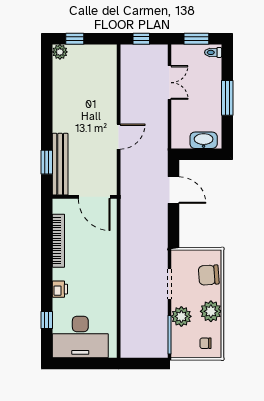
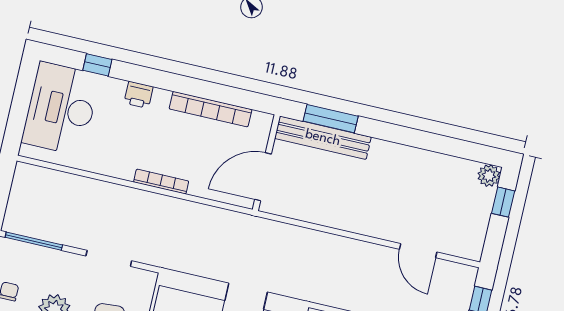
door: (119, 137) -> (418, 251), moved
window: (47, 162) -> (331, 119), width x1.44
bookcase: (112, 262) -> (161, 182), added
plant: (181, 316) -> (57, 265), removed

